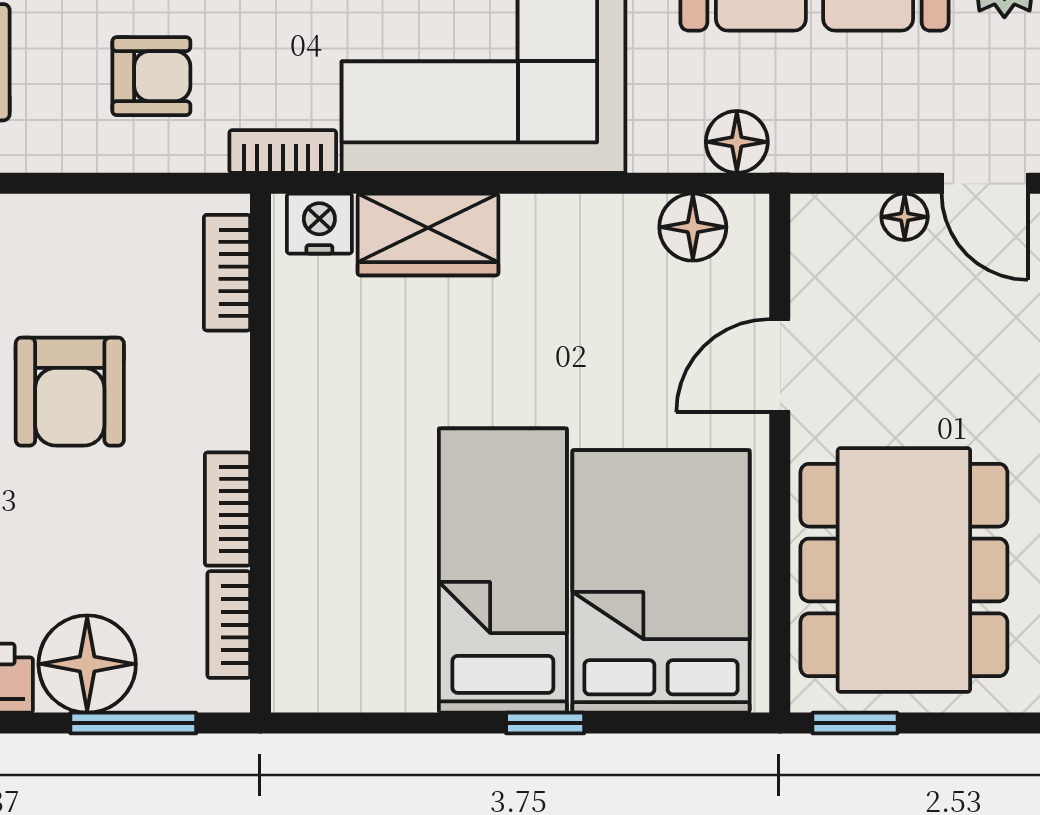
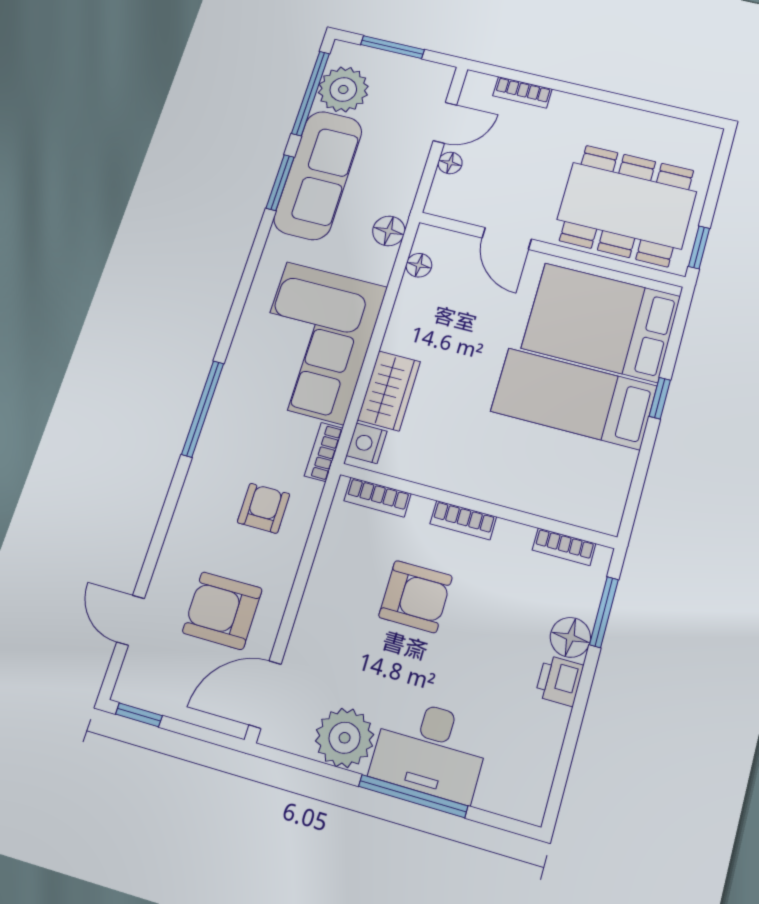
floor lamp: (693, 227) -> (419, 265), width x0.73, depth x0.73
bookcase: (227, 509) -> (463, 520), moved
floor lamp: (87, 664) -> (570, 637), width x0.73, depth x0.73

